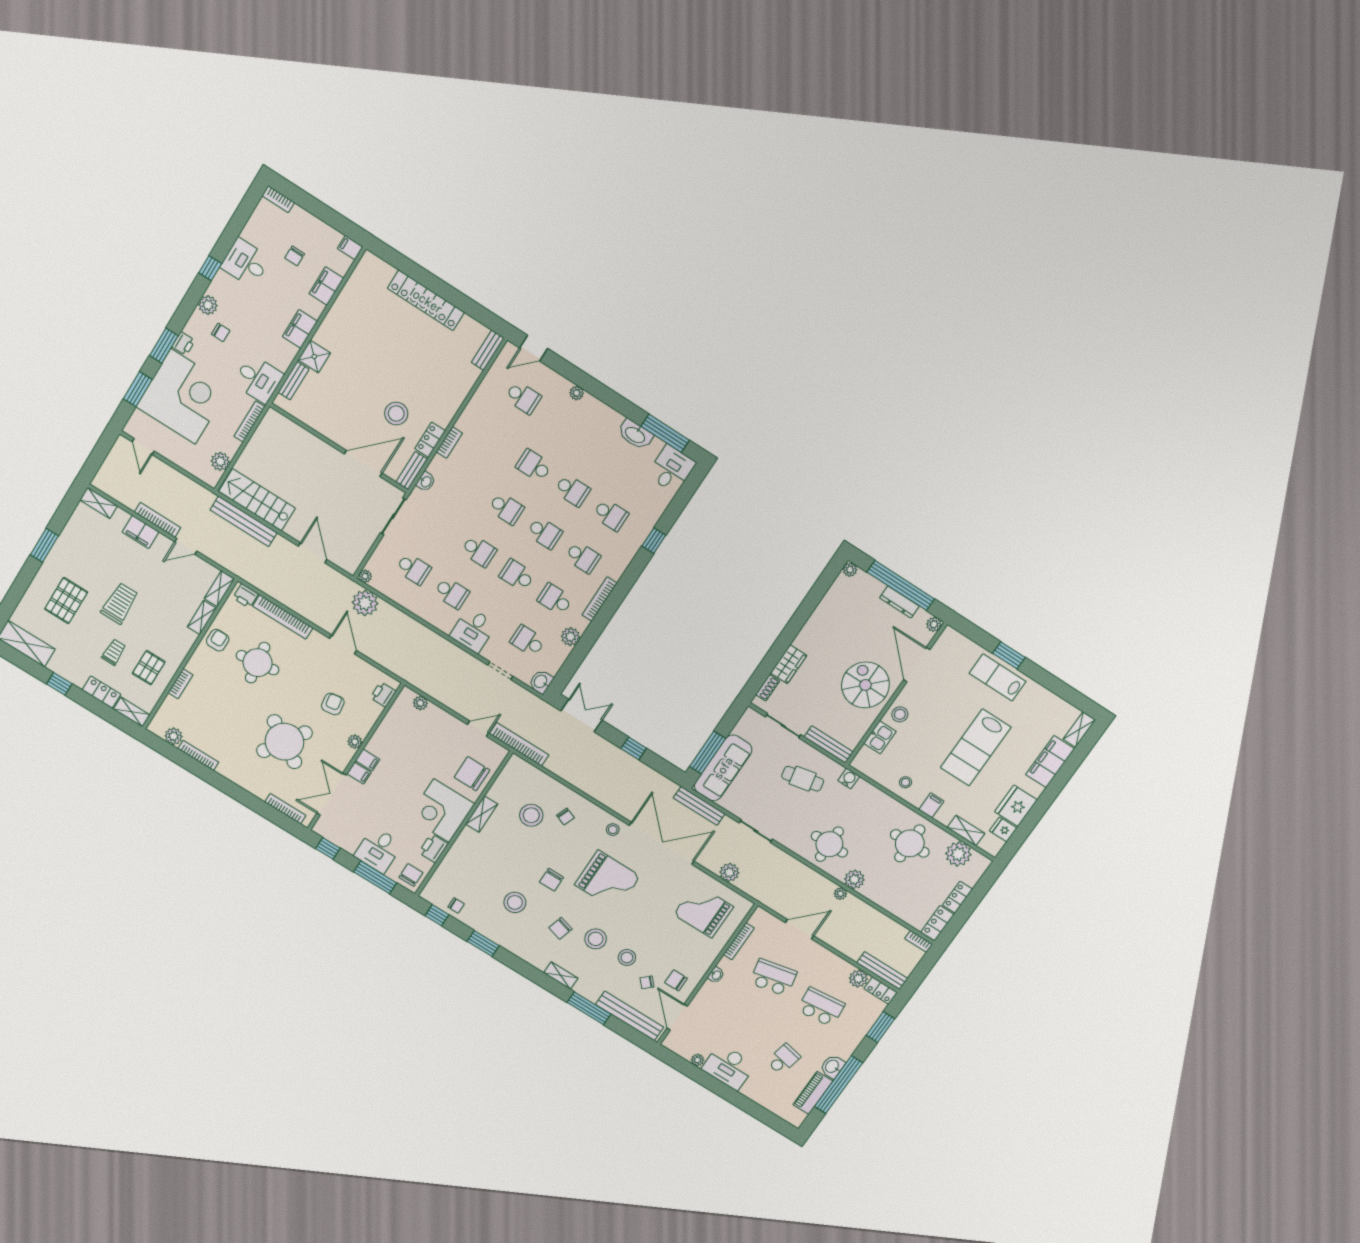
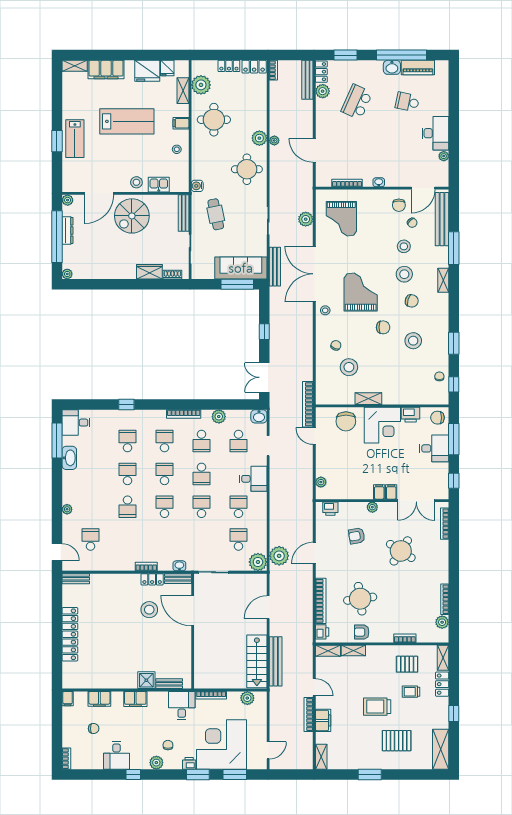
plant: (365, 576) -> (258, 562), width x1.87, depth x1.87
round table: (284, 742) -> (401, 551), width x0.73, depth x0.73
school desk: (773, 977) -> (357, 145), removed
school desk: (821, 1007) -> (357, 102), turned 30

